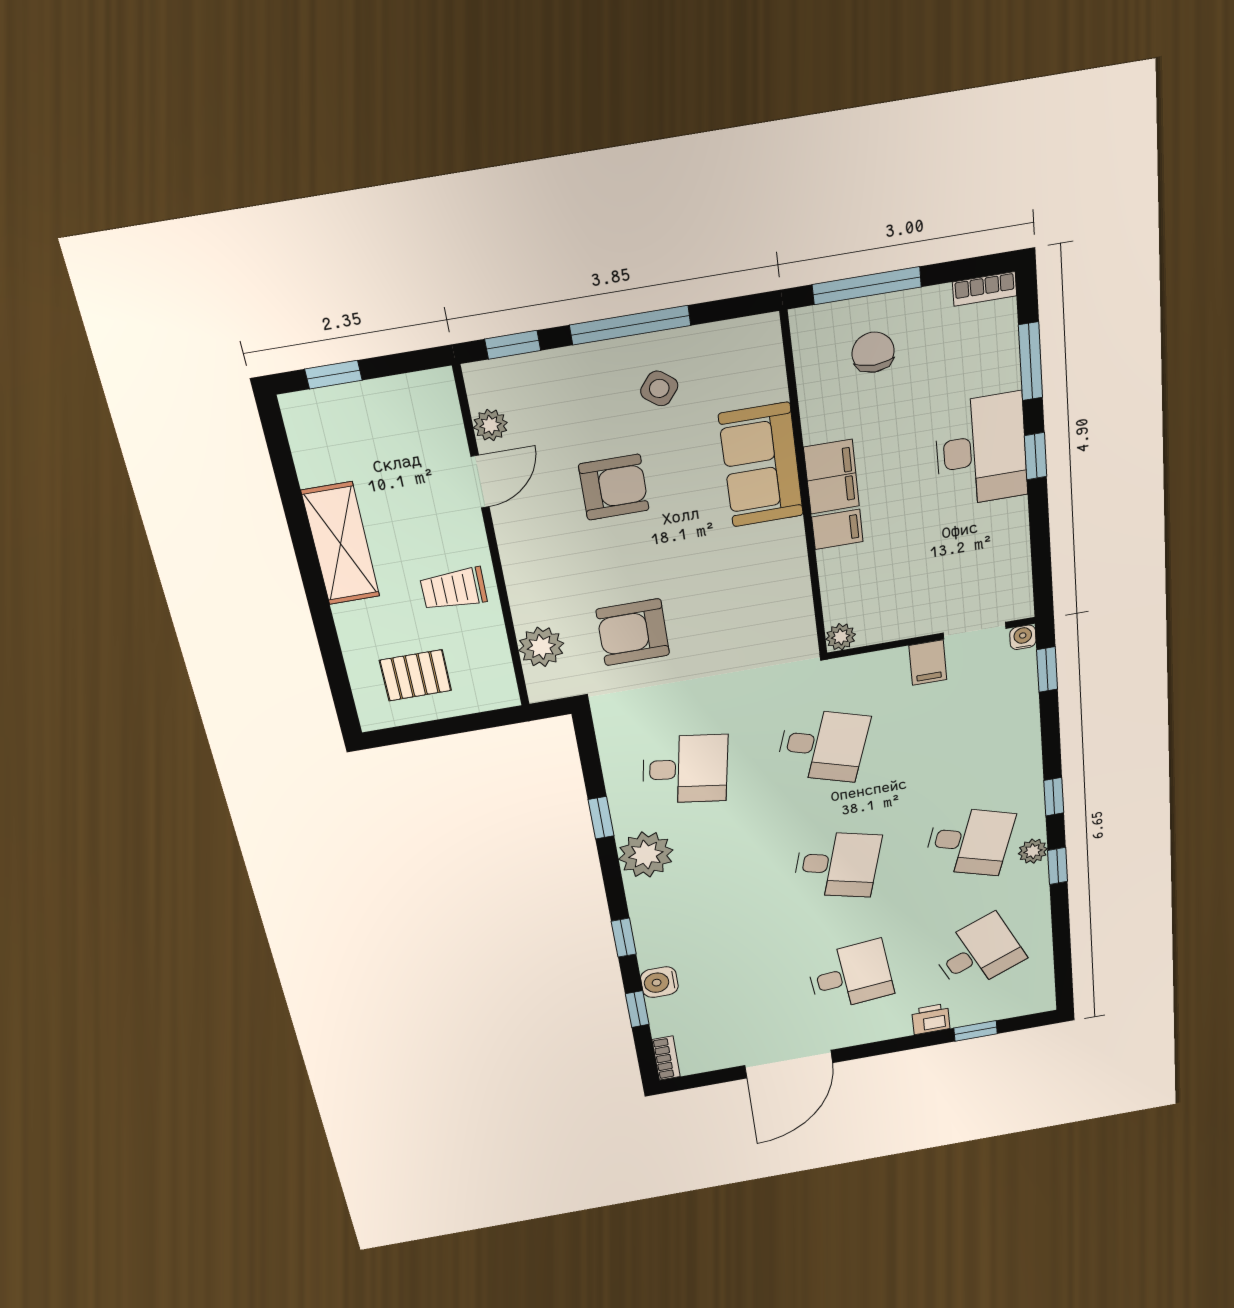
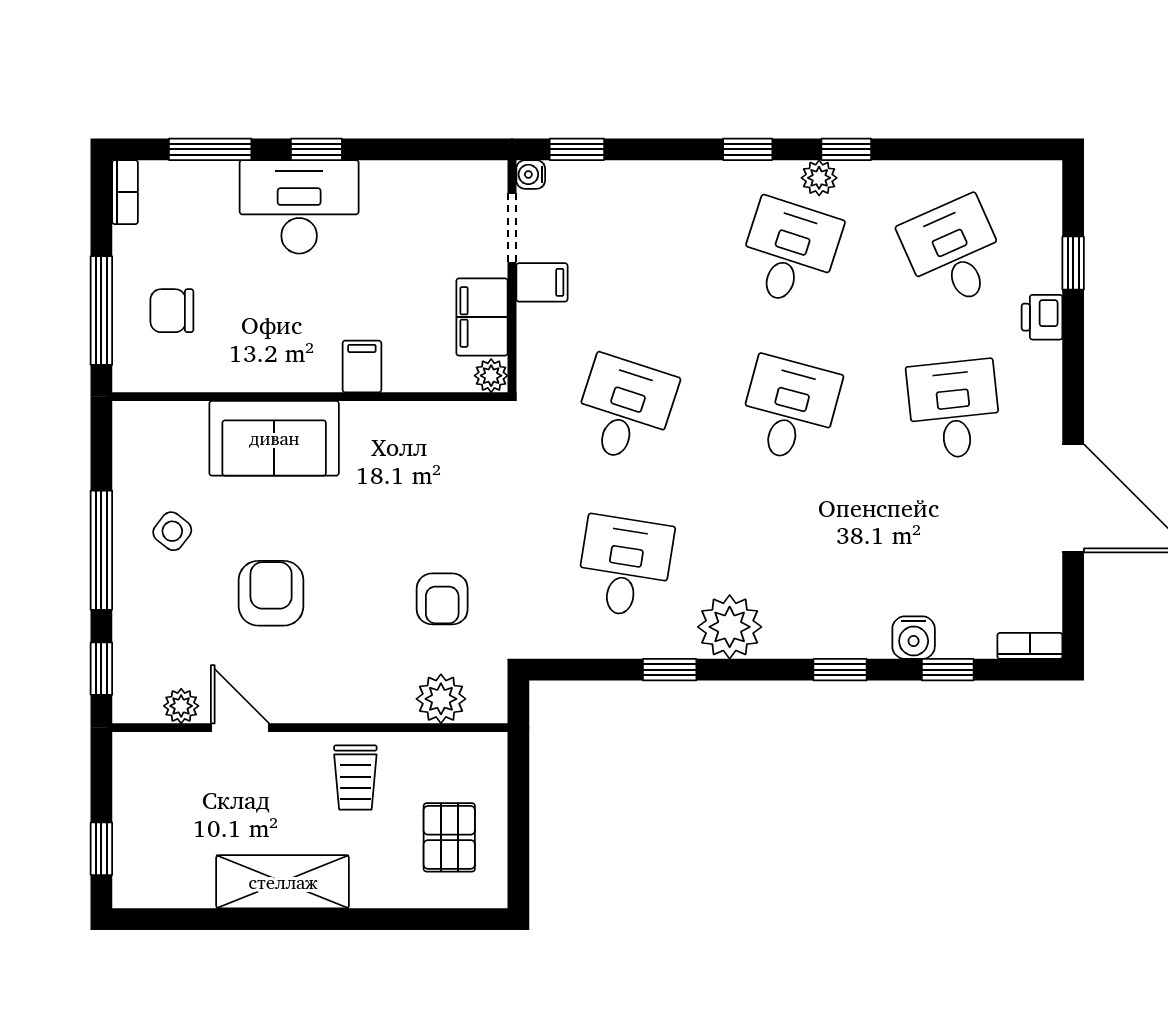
filing cabinet: (832, 477) -> (482, 317), moved, turned -90
armchair: (633, 632) -> (442, 599), width x0.72, depth x0.72

